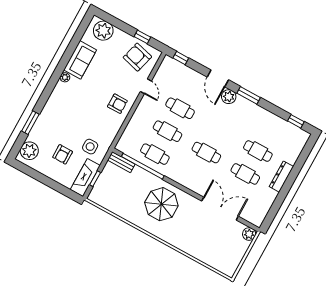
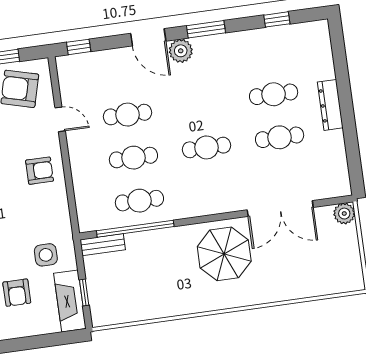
window: (296, 121) -> (277, 19), moved
parasol: (161, 204) -> (224, 254), moved
double door: (220, 209) -> (280, 209), swing flipped

